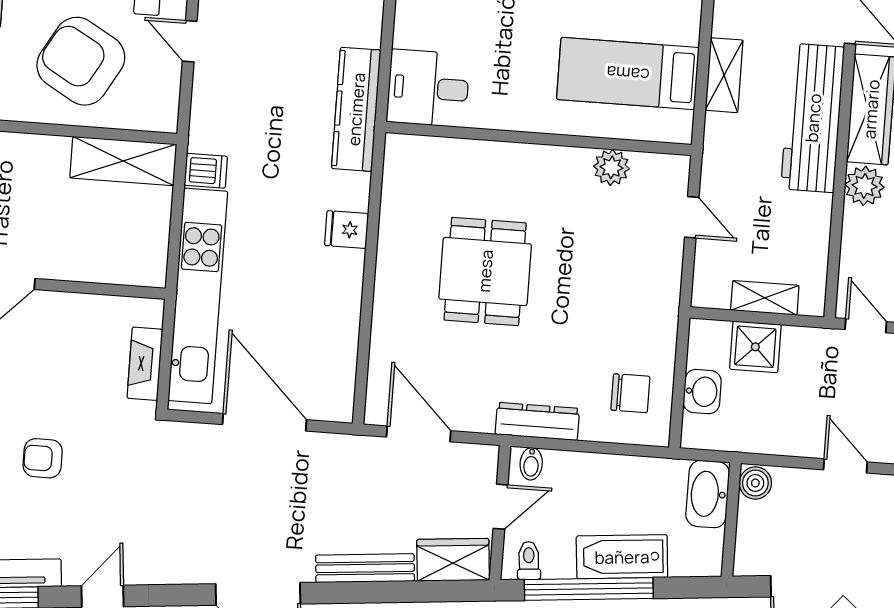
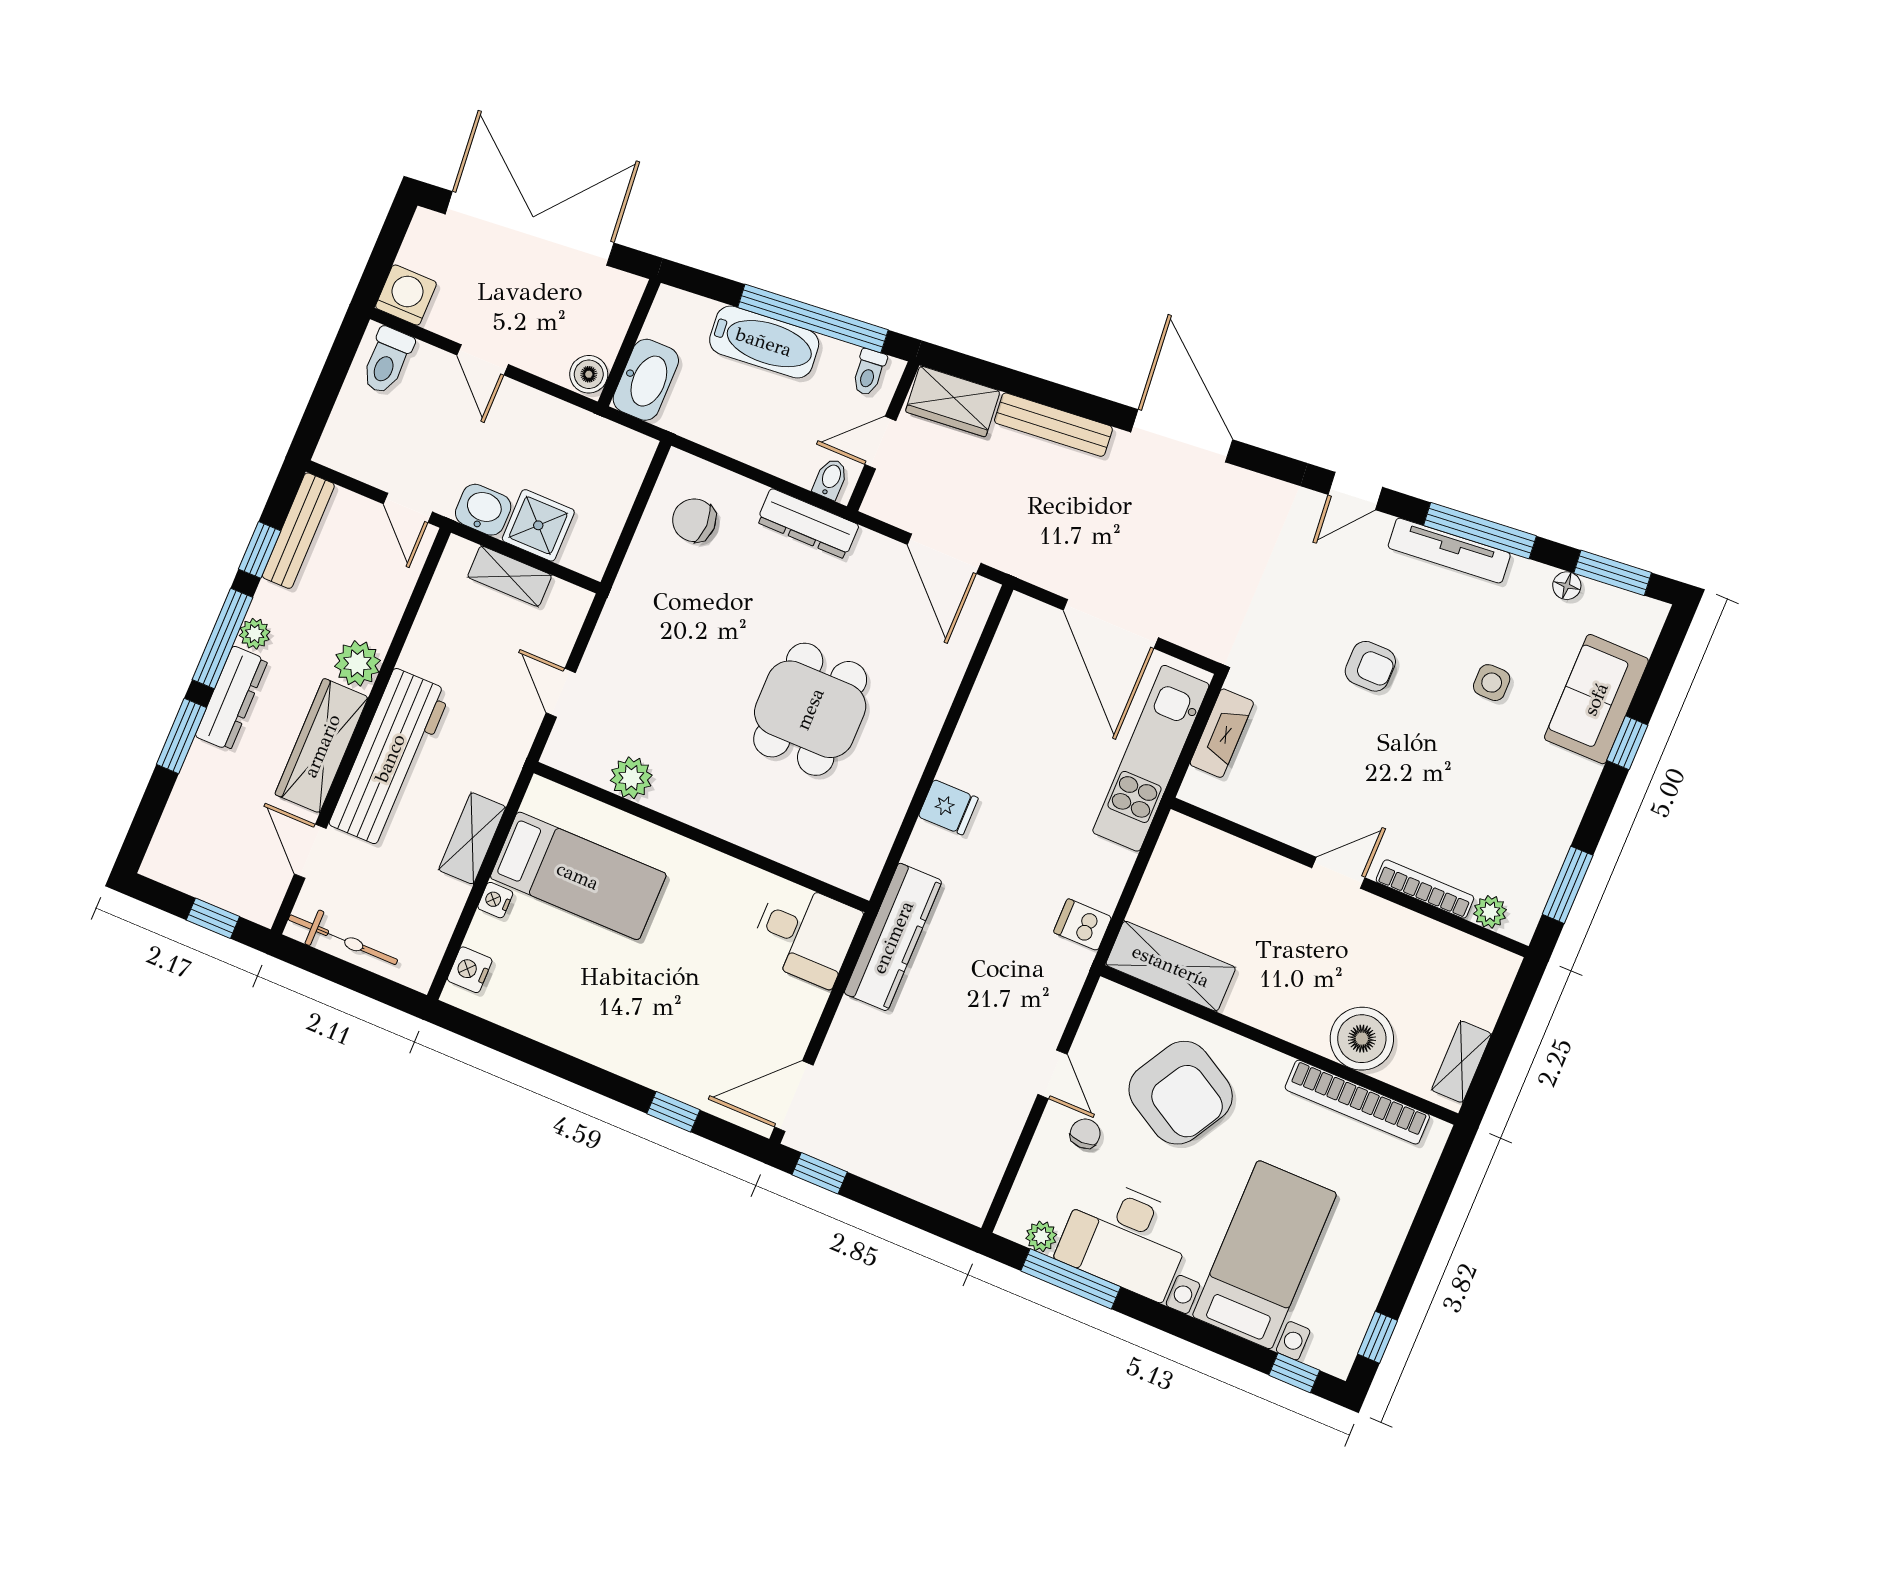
nightstand: (689, 31) -> (495, 900), added
kitchen unit: (198, 296) -> (1151, 758), width x0.73
washbasin: (702, 392) -> (483, 510), moved, turned 90

